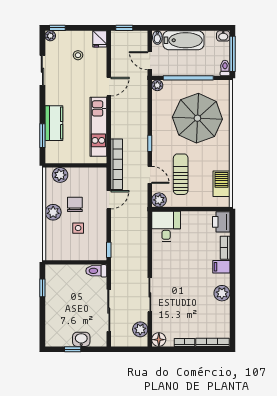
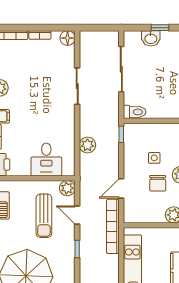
desk: (166, 227) -> (46, 160), moved
plant: (140, 329) -> (87, 145), moved

